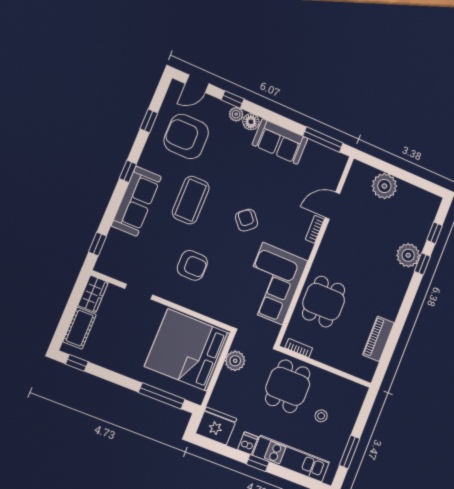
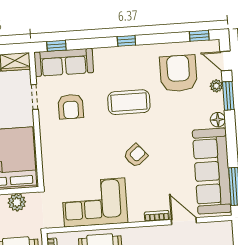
window: (233, 99) -> (228, 96), width x1.50
plant: (236, 114) -> (216, 86), moved
window: (149, 121) -> (199, 36), moved
sofa: (280, 141) -> (212, 171), width x1.85, depth x1.27
sofa: (136, 201) -> (64, 62), moved
armchair: (192, 265) -> (71, 107), moved

